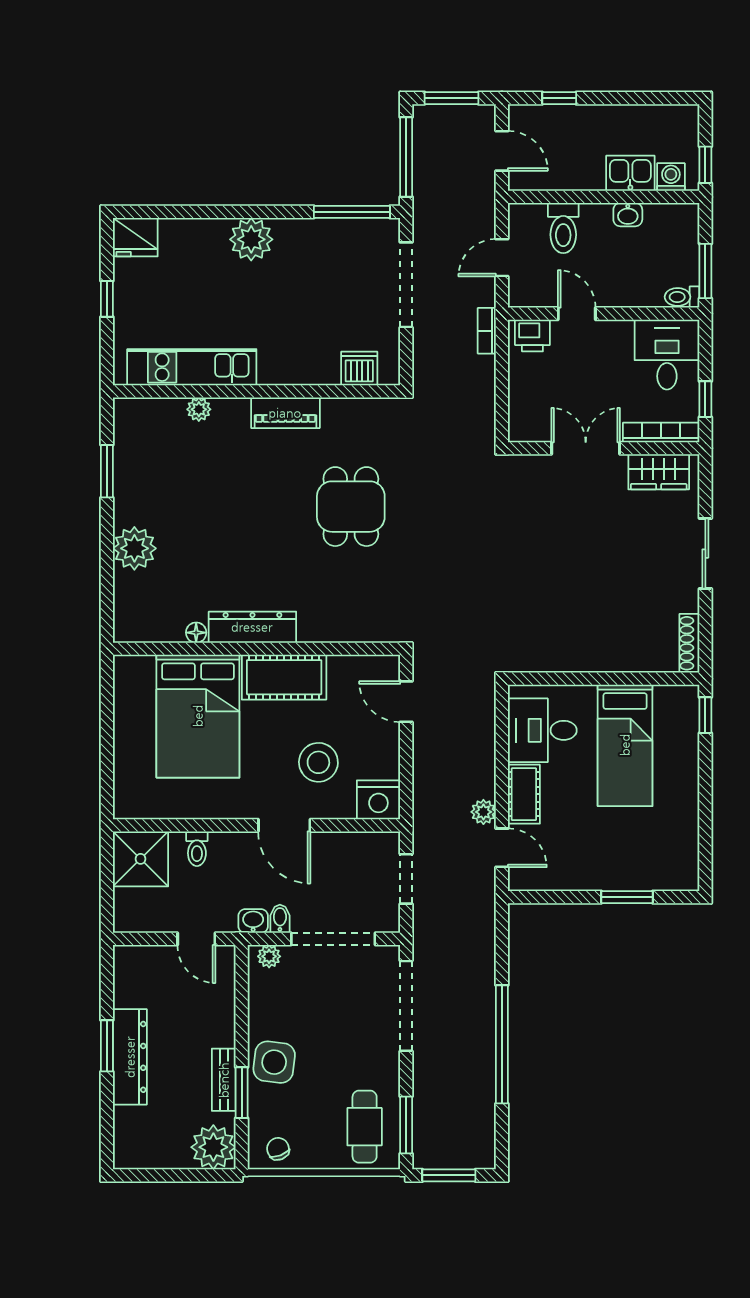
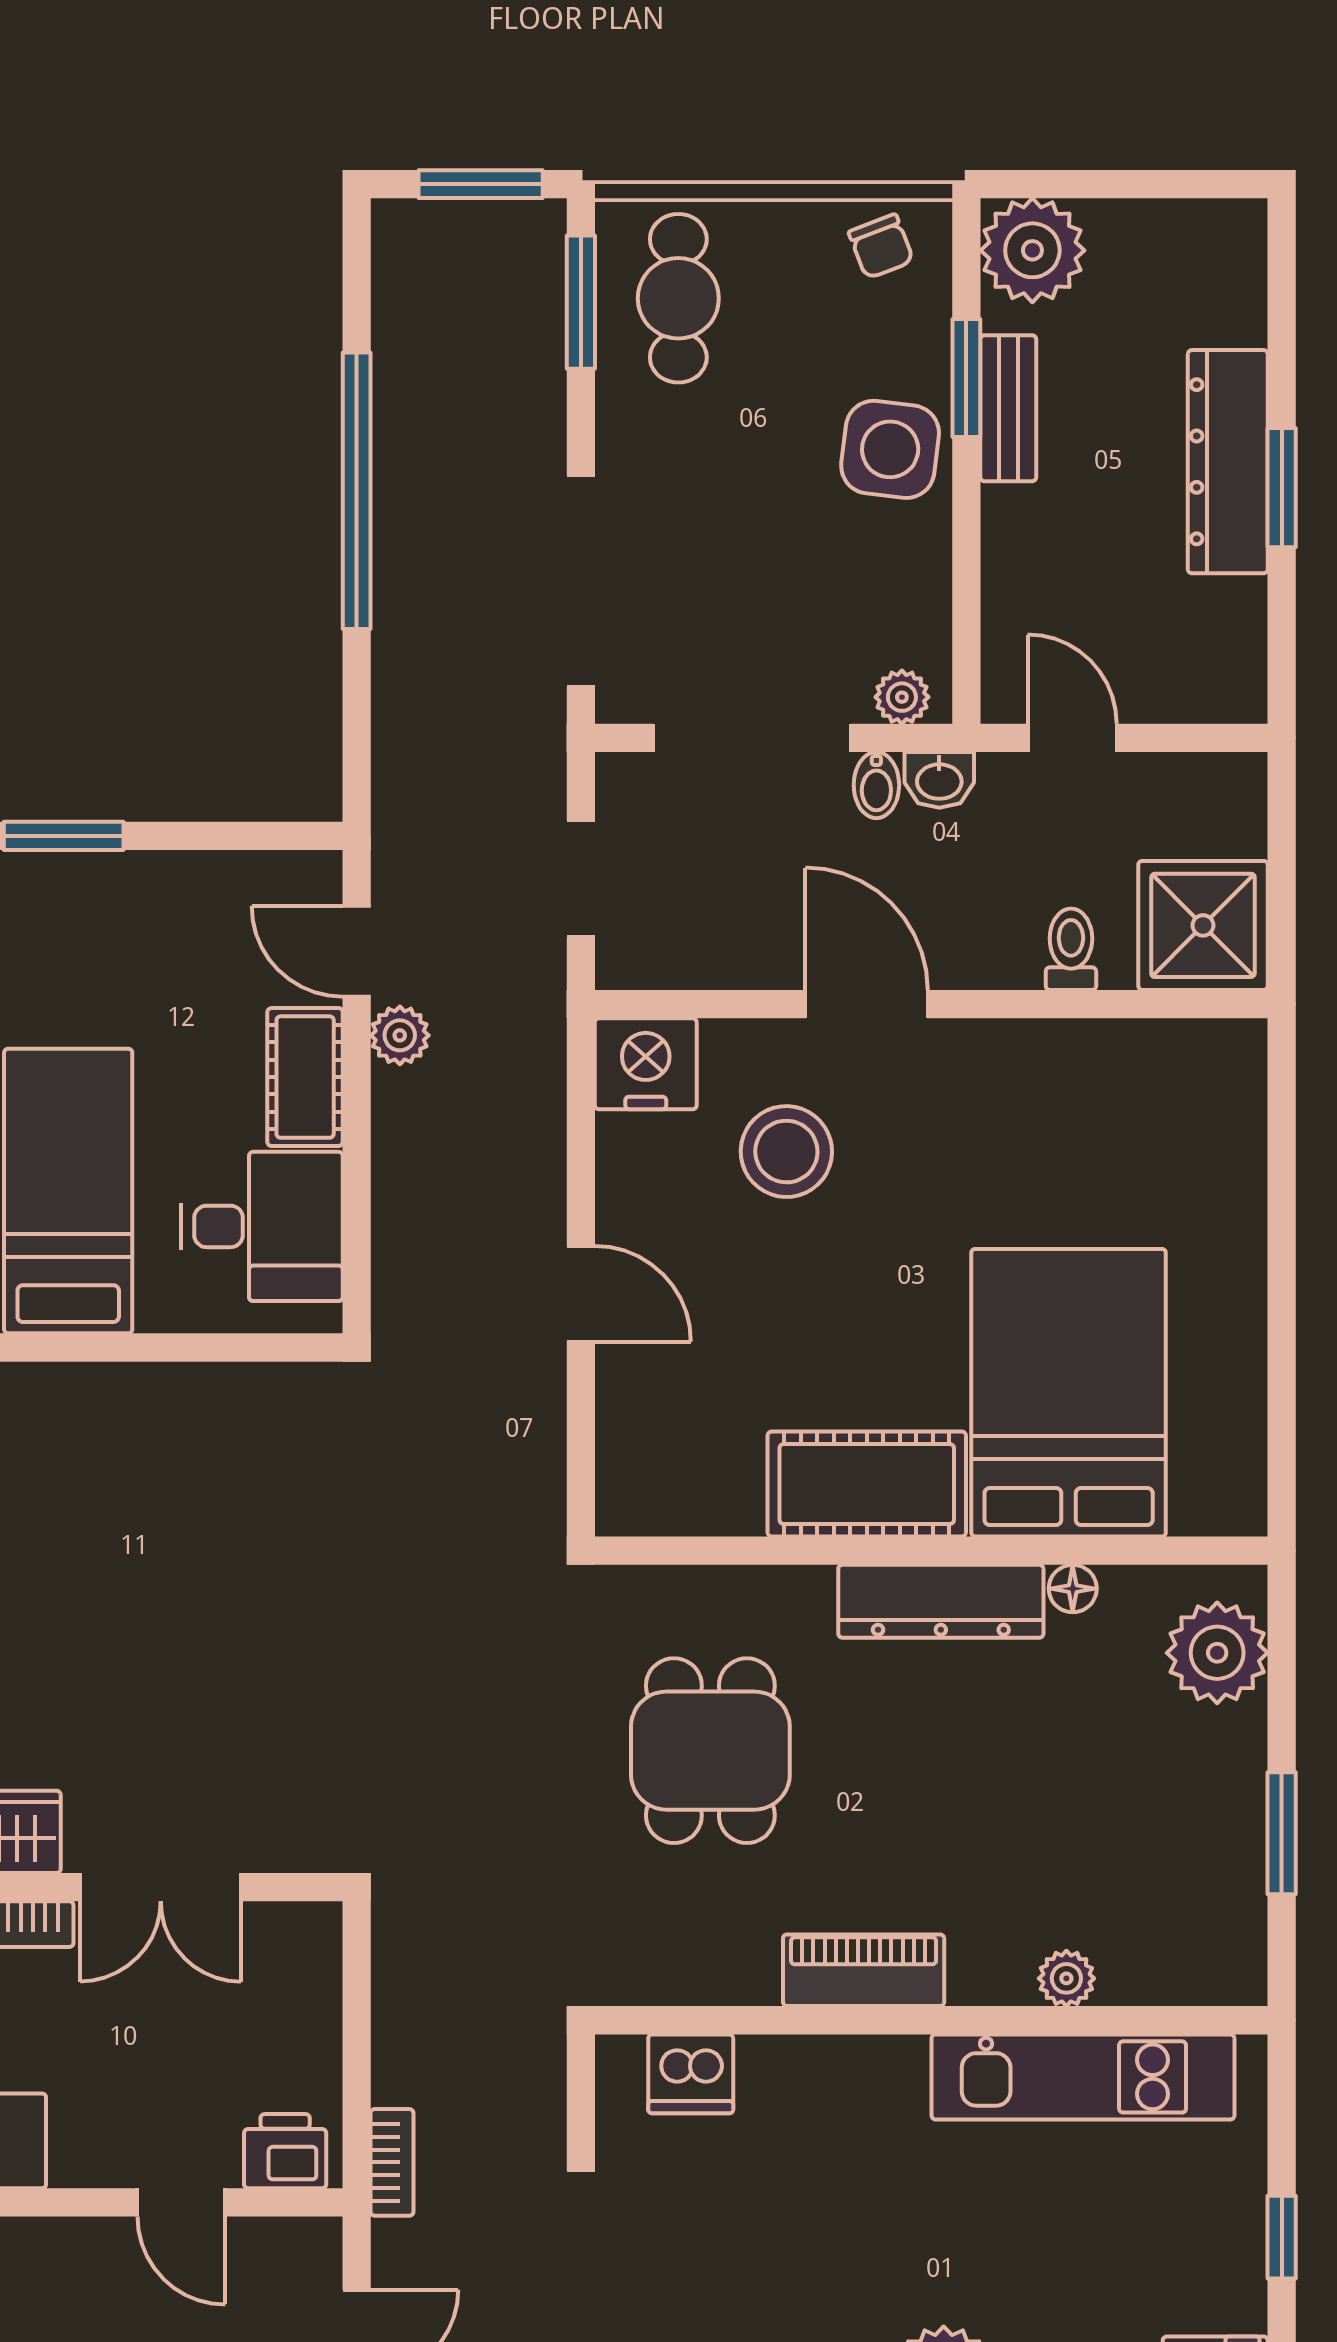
dresser: (252, 627) -> (941, 1601), moved
floor lamp: (196, 633) -> (1073, 1589), moved
wall: (257, 649) -> (931, 1551), moved
cot: (284, 677) -> (867, 1484), moved
bed: (198, 716) -> (1069, 1393), moved

